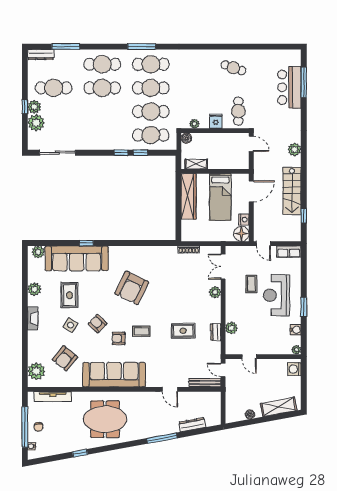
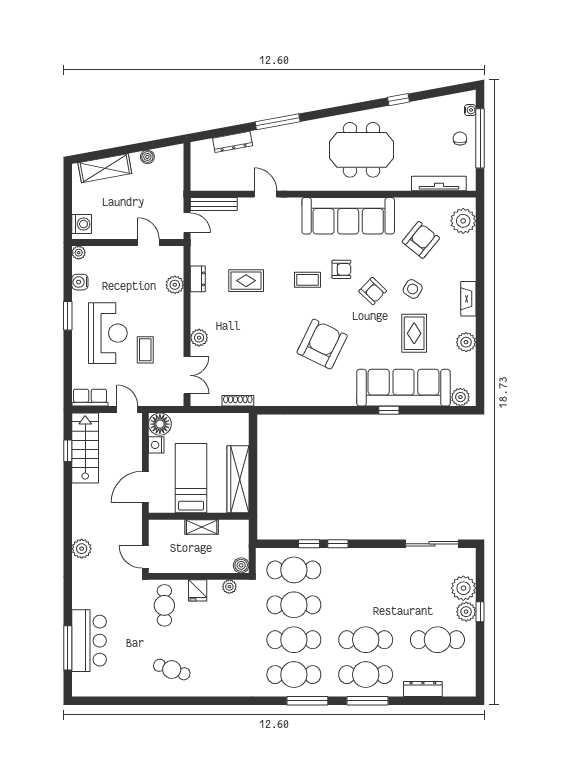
window: (66, 47) -> (368, 701), moved
dresser: (41, 55) -> (423, 689), moved
shelving: (196, 164) -> (202, 527), moved
stairs: (292, 191) -> (85, 448), moved

